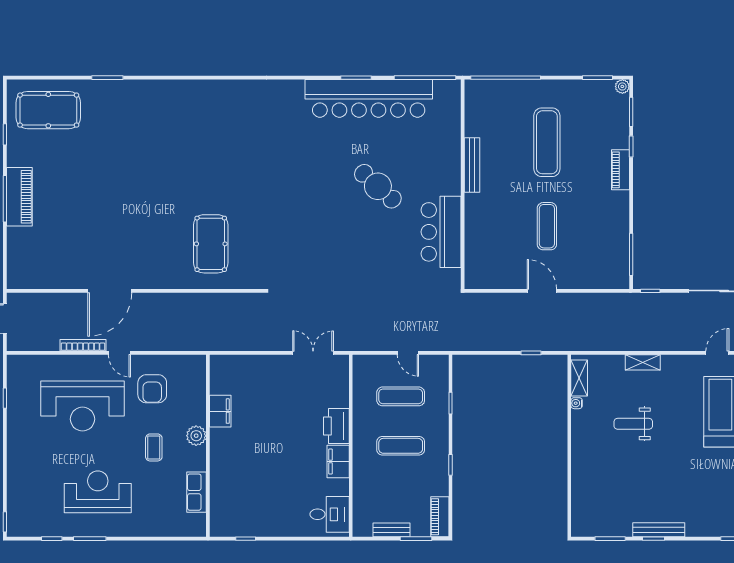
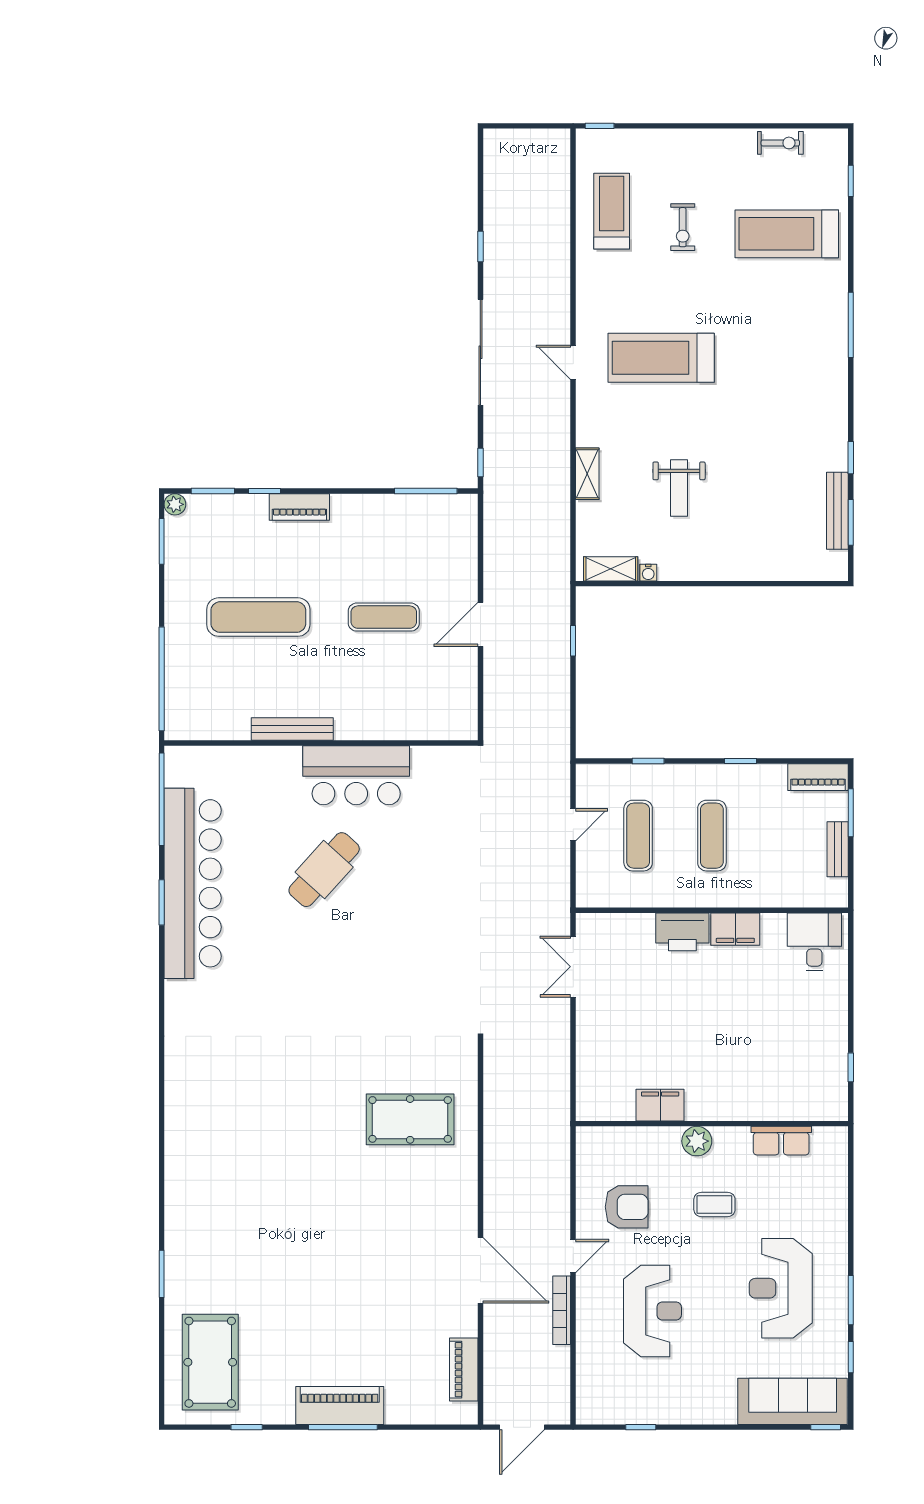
bar counter: (441, 232) -> (356, 775), moved
piano: (43, 280) -> (464, 1370), added
reception desk: (83, 406) -> (652, 1311), width x0.74, depth x0.77
sofa: (22, 500) -> (793, 1401), added
bench: (659, 530) -> (837, 511), moved

